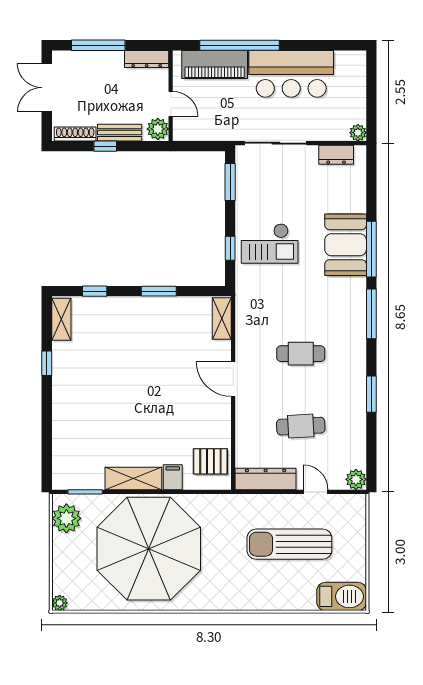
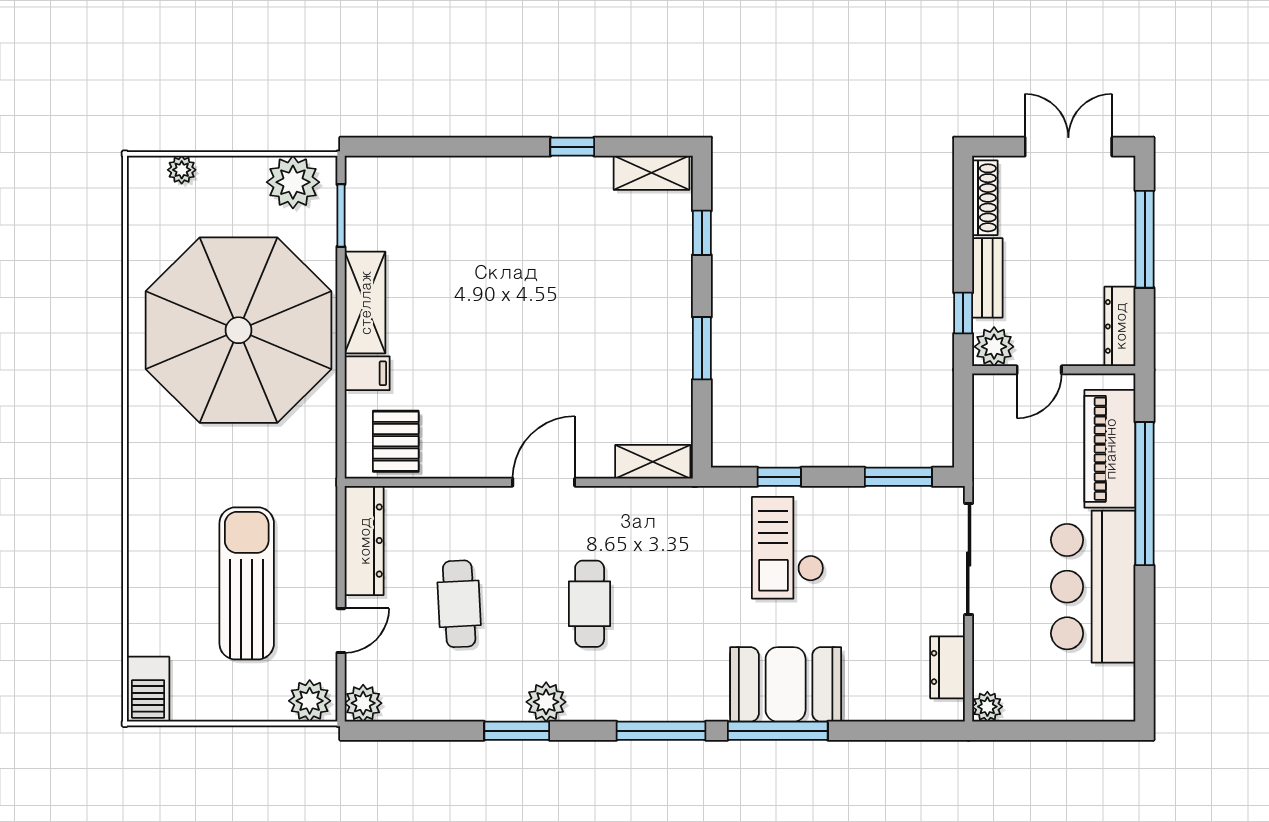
window: (105, 146) -> (963, 313), moved
plant: (355, 378) -> (546, 702), added
plant: (355, 509) -> (310, 701), added
barbecue: (342, 596) -> (148, 689), width x0.73, depth x0.83
plant: (60, 603) -> (182, 170), moved

